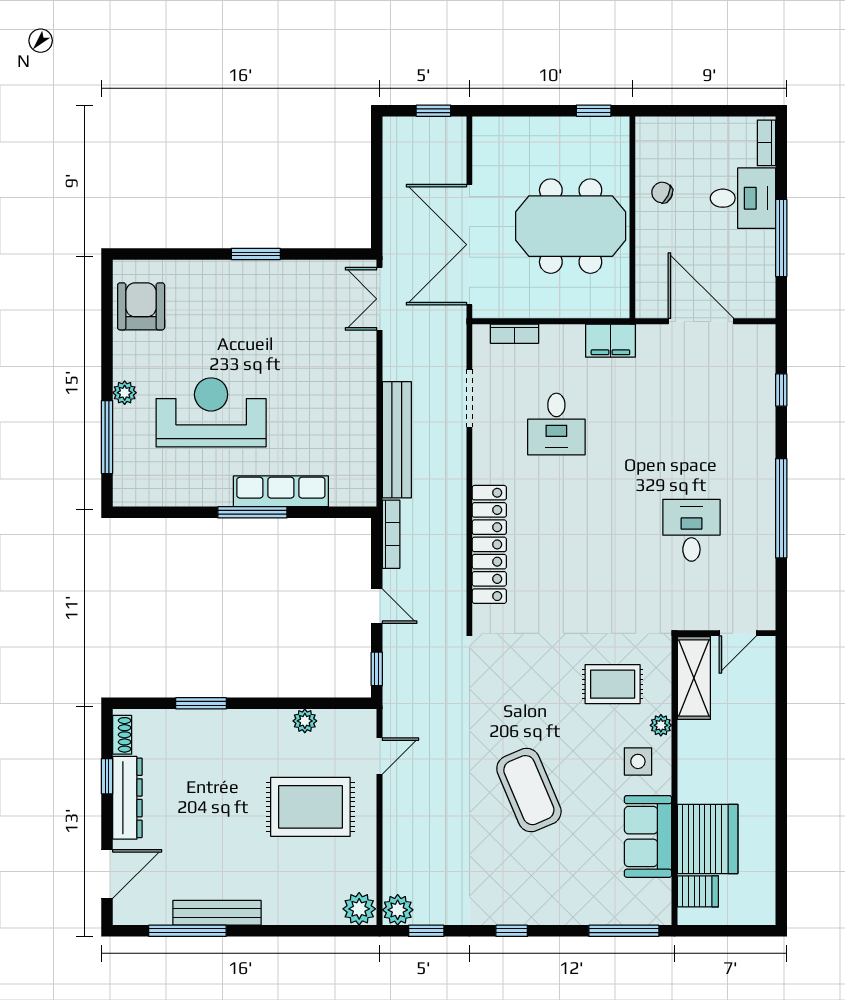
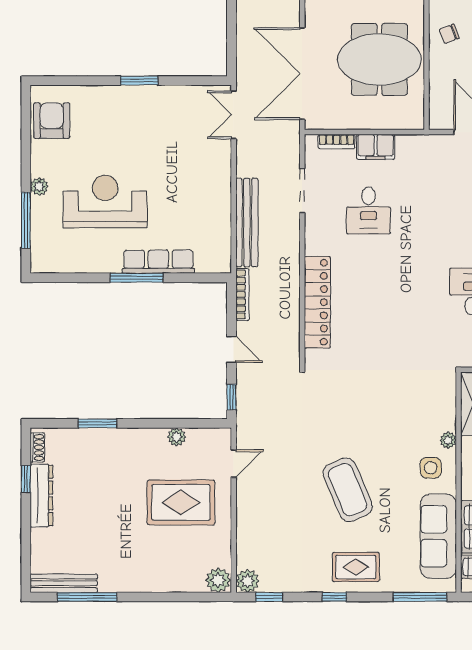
chair: (662, 193) -> (449, 34), turned -46
filing cabinet: (610, 341) -> (376, 147), moved
rug: (613, 684) -> (356, 567), moved
sofa: (648, 836) -> (438, 536), width x1.36
door: (107, 874) -> (26, 554), removed
bench: (217, 913) -> (64, 583), moved

